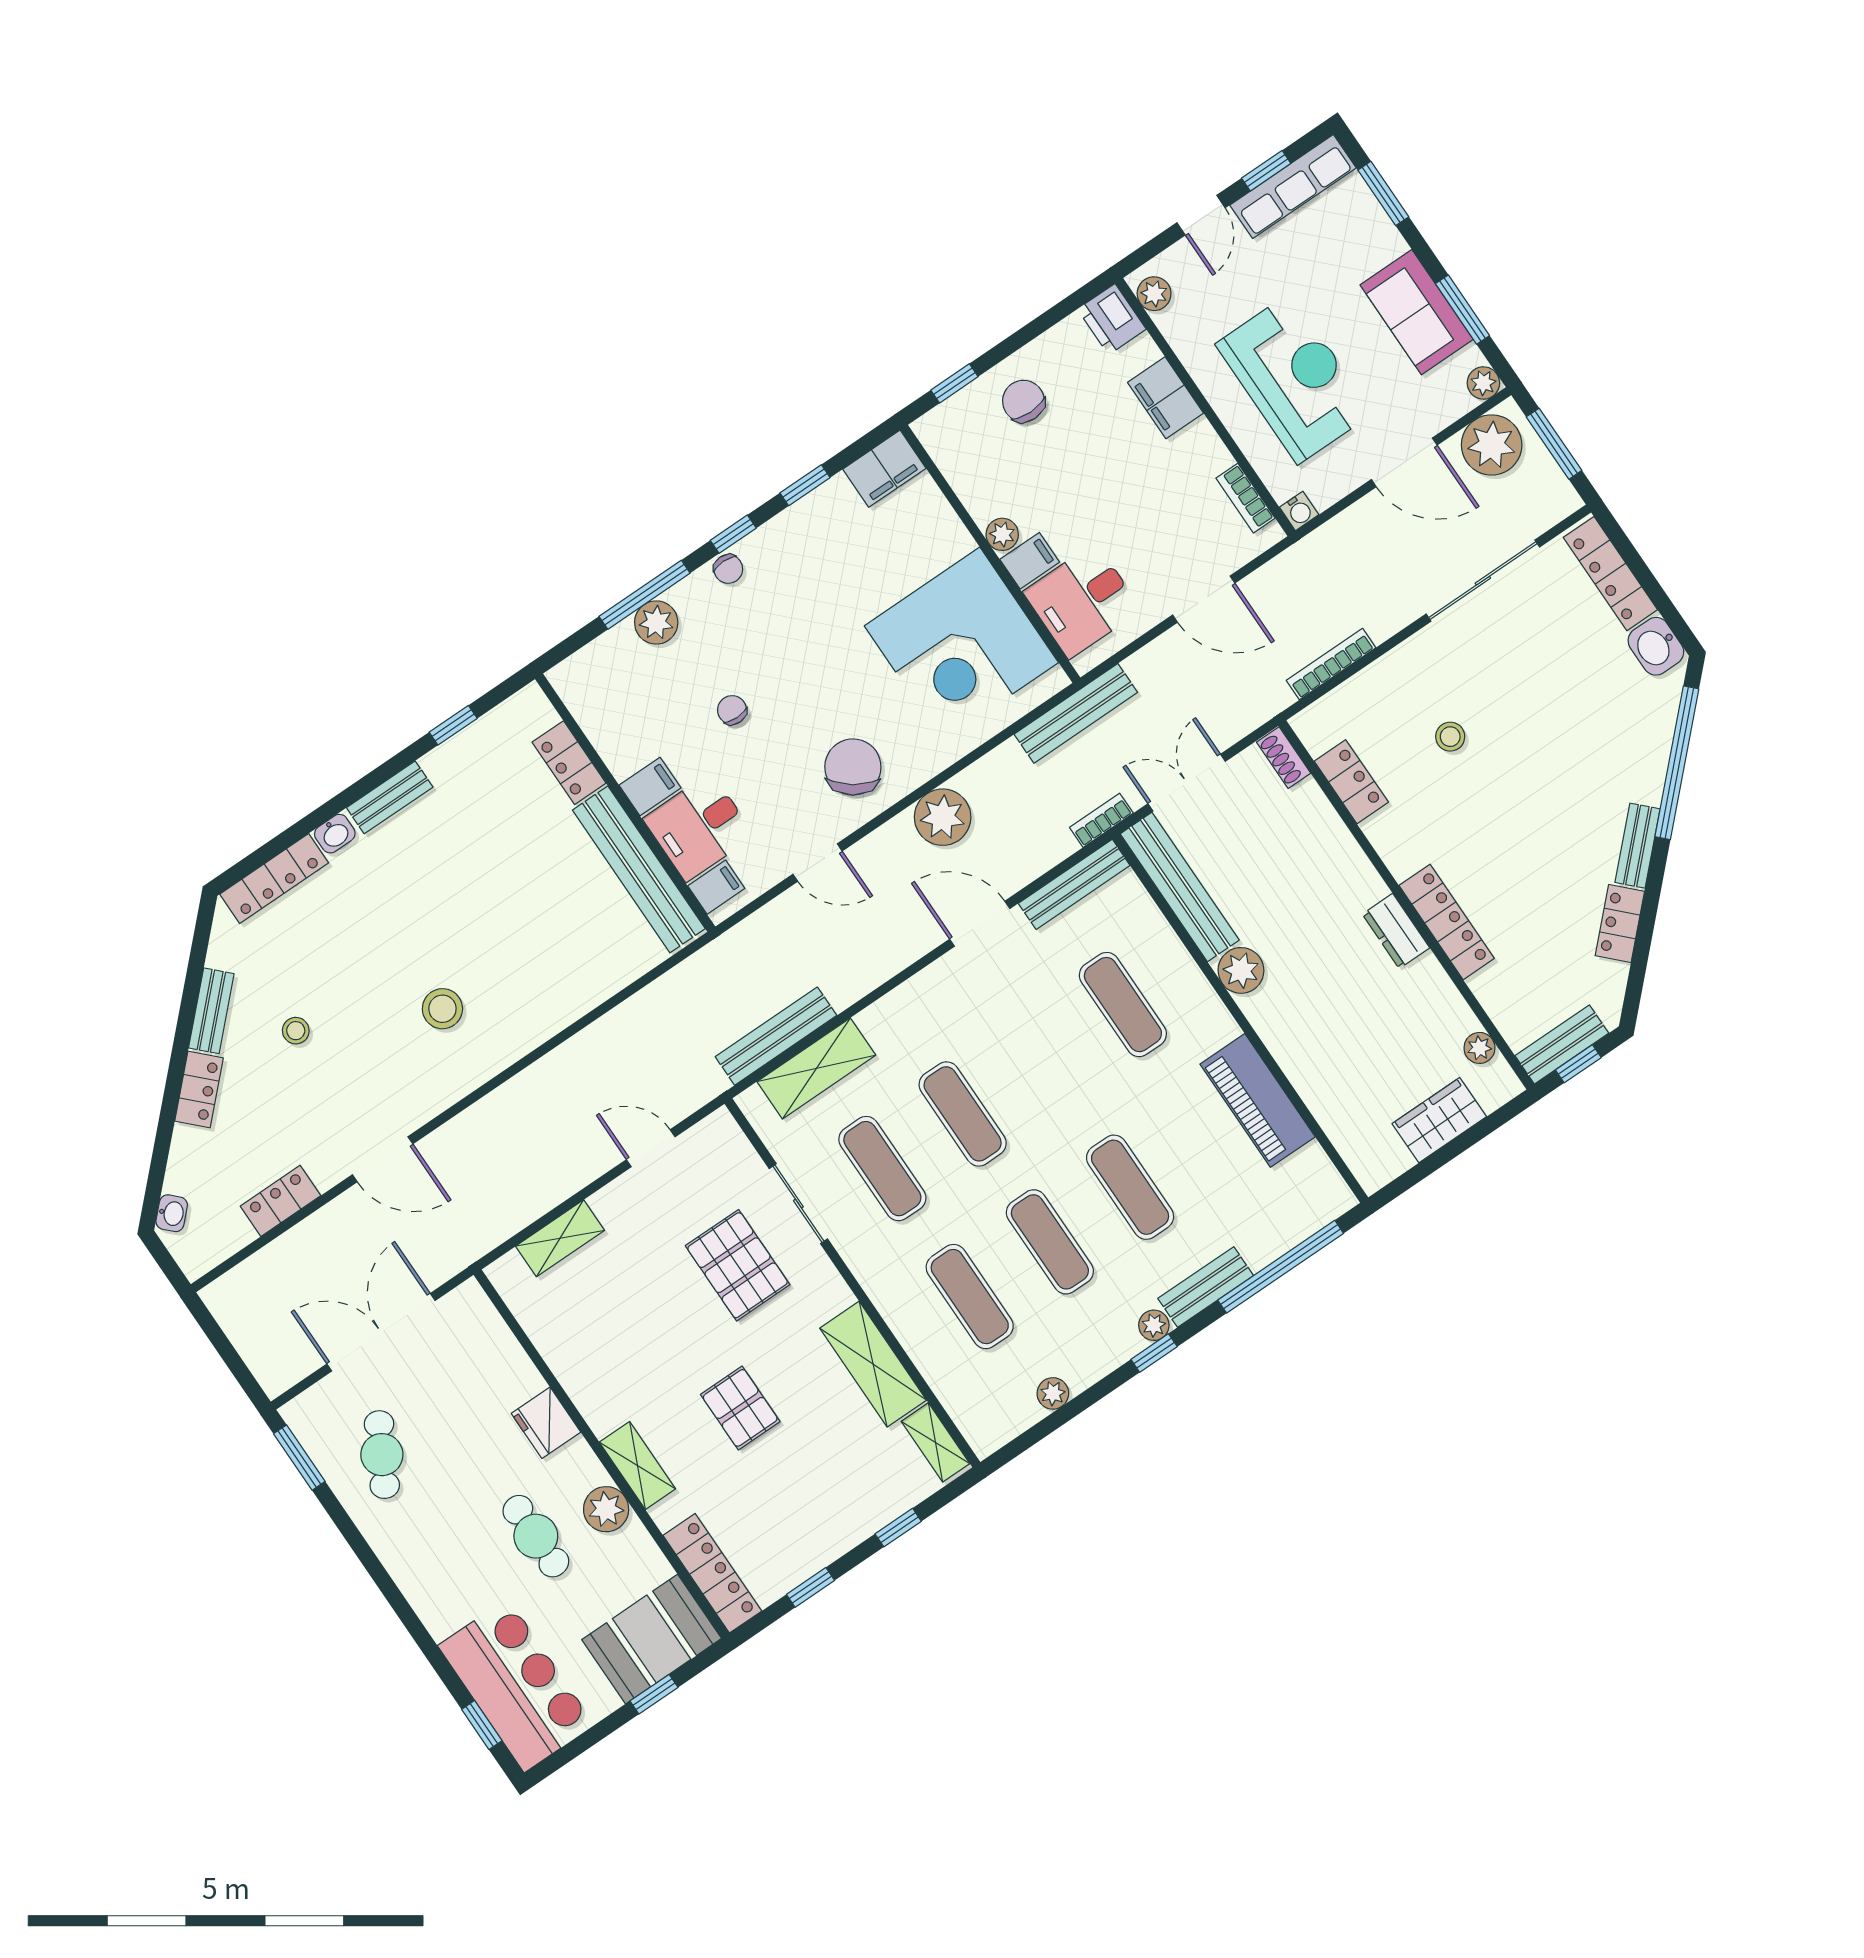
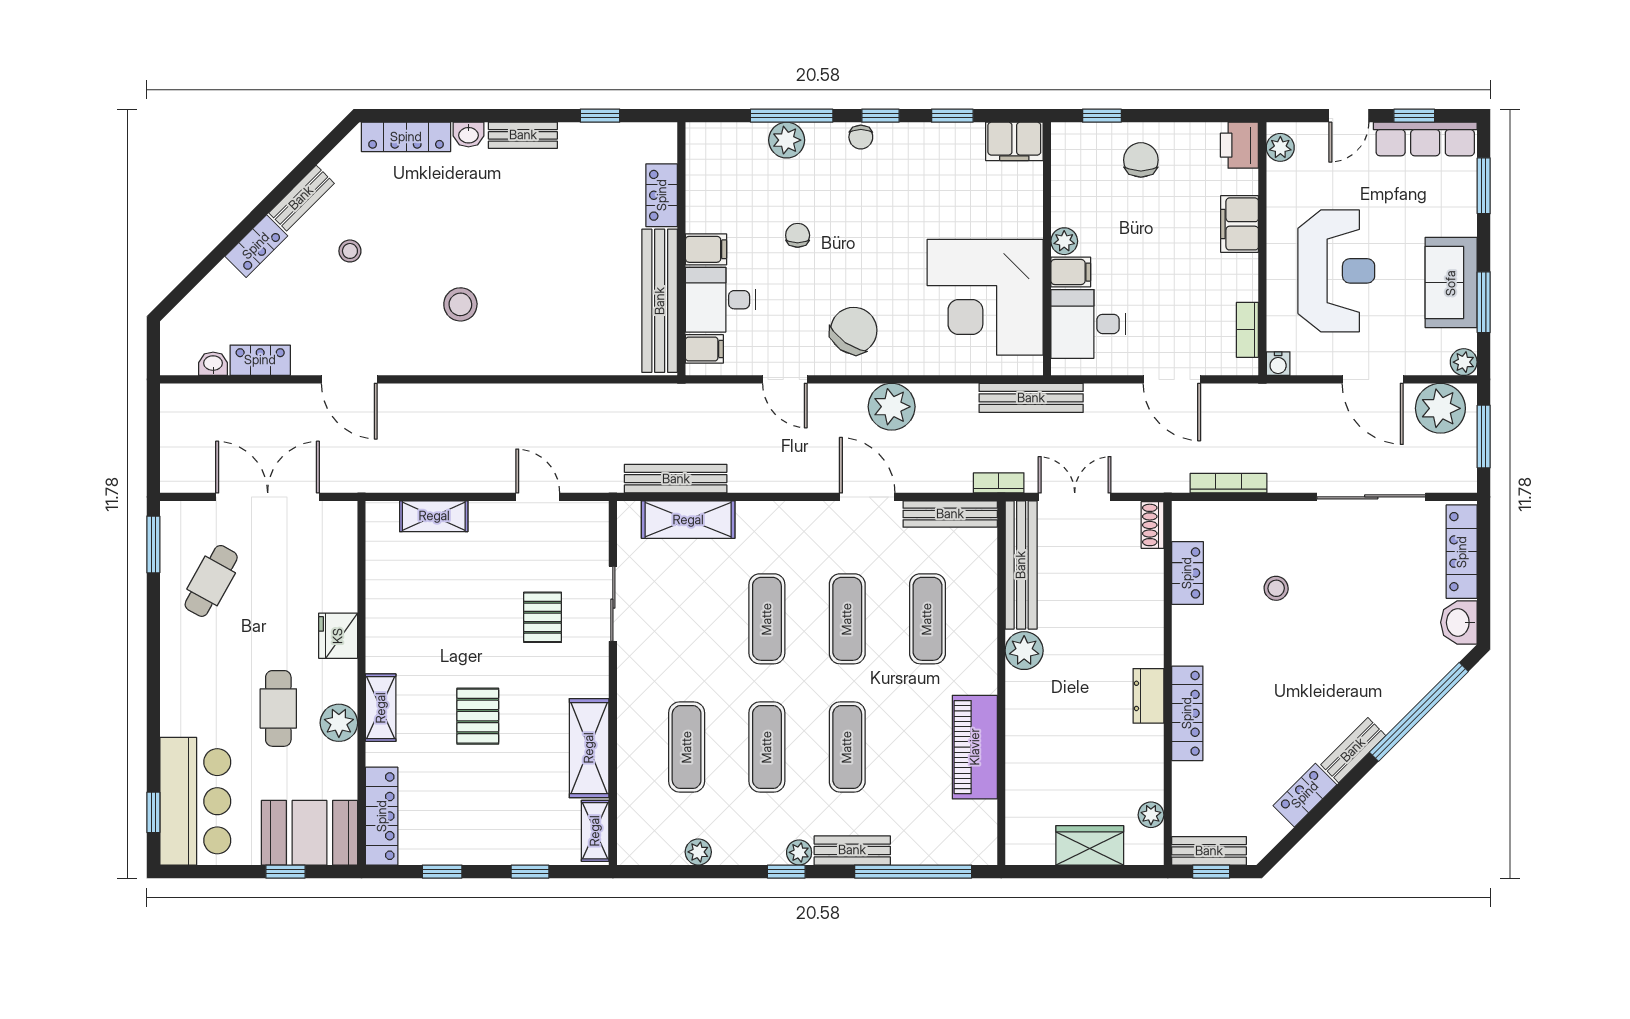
exercise mat: (882, 1169) -> (847, 619), moved
washbasin: (172, 1213) -> (213, 364), moved, turned -135
pallet: (738, 1265) -> (543, 617), width x0.67, depth x0.71

